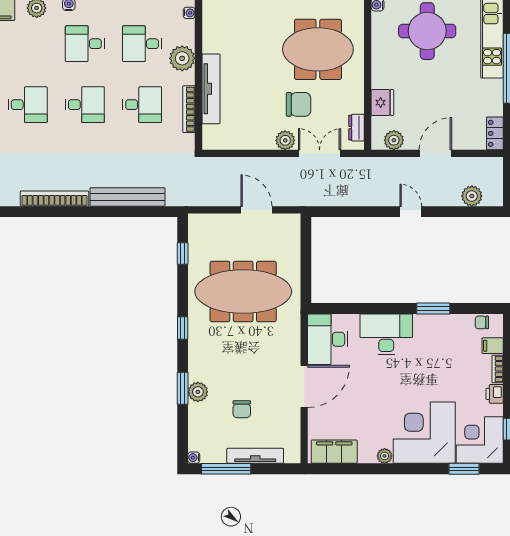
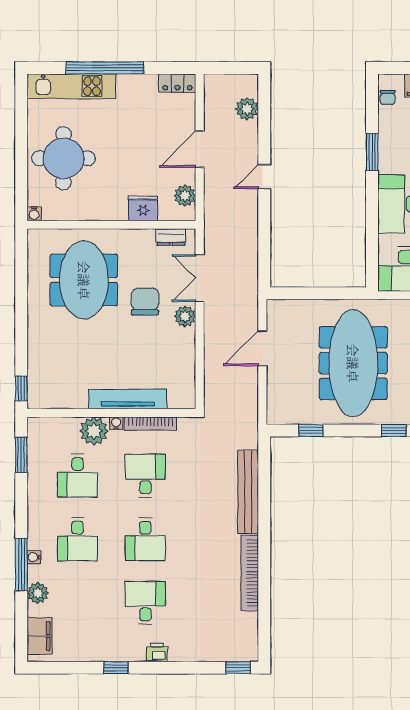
water cooler: (189, 13) -> (116, 423), moved
desk: (85, 105) -> (145, 539), turned 180
door: (435, 153) -> (200, 149), hinge flipped

